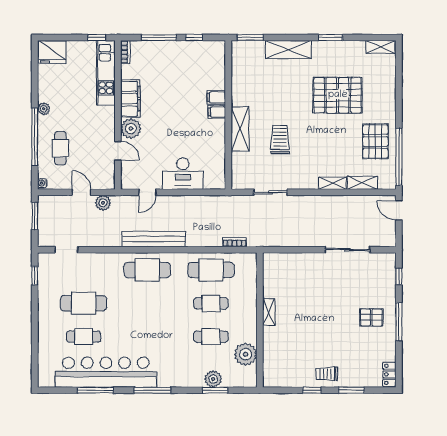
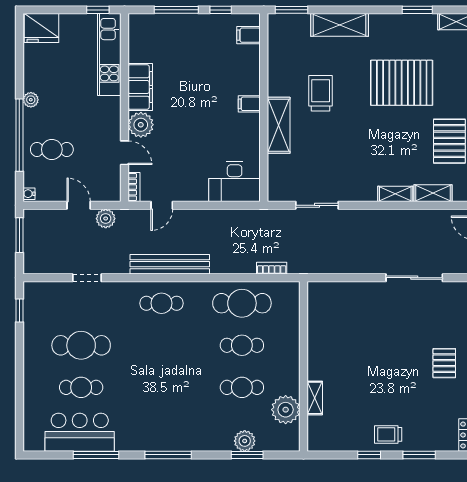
window: (330, 38) -> (417, 10), moved
bookcase: (125, 52) -> (134, 187), moved
filing cabinet: (216, 97) -> (249, 35), moved
trolley: (280, 139) -> (321, 93), moved
cafe table: (60, 148) -> (52, 149), turned 90
desk: (183, 174) -> (235, 182), moved
doorway: (66, 250) -> (87, 278), moved
cafe table: (147, 270) -> (162, 303), width x0.73, depth x0.74
shelving: (269, 312) -> (315, 398), moved
pallet: (371, 317) -> (444, 363), turned 90
bar counter: (106, 372) -> (80, 432), width x0.54

